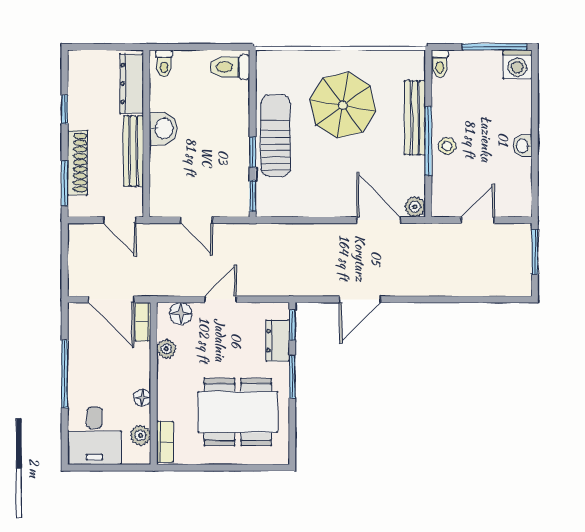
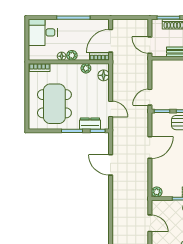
door: (120, 220) -> (150, 45), hinge flipped
door: (196, 220) -> (150, 97), moved
door: (379, 220) -> (150, 148), moved
door: (221, 299) -> (111, 109), moved
plant: (141, 435) -> (72, 55), moved

